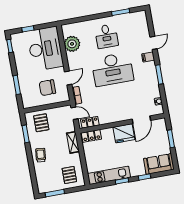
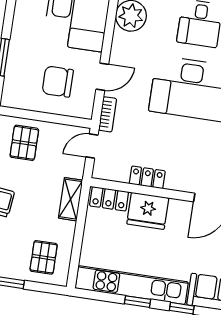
door: (74, 113) -> (92, 146), swing flipped
locker: (90, 122) -> (147, 177), moved
fridge: (124, 133) -> (148, 211), moved
kitchen unit: (109, 175) -> (132, 285), width x1.36

